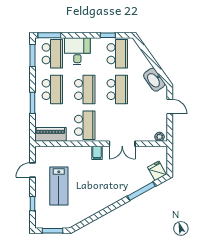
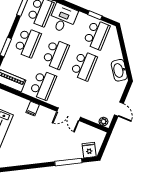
door: (170, 106) -> (119, 109), moved
filing cabinet: (97, 153) -> (33, 109), moved

